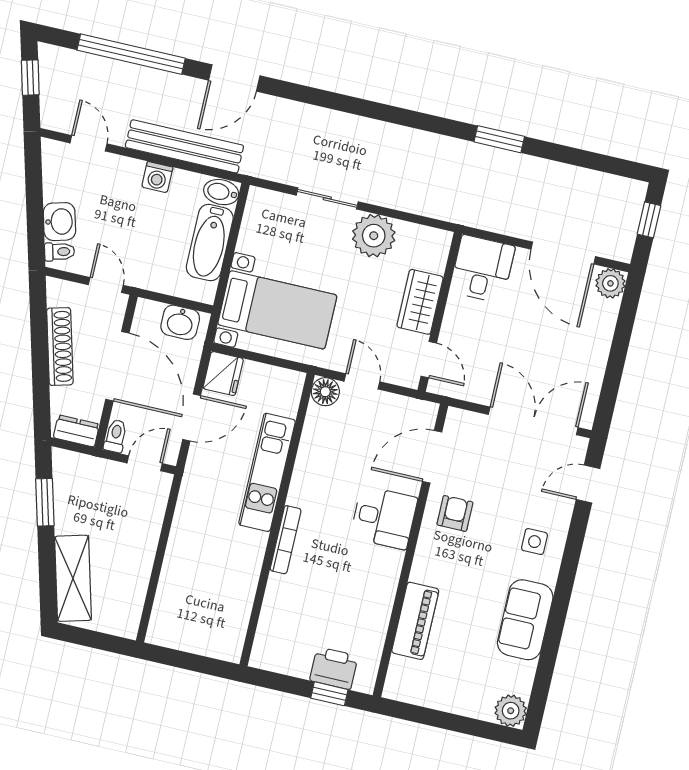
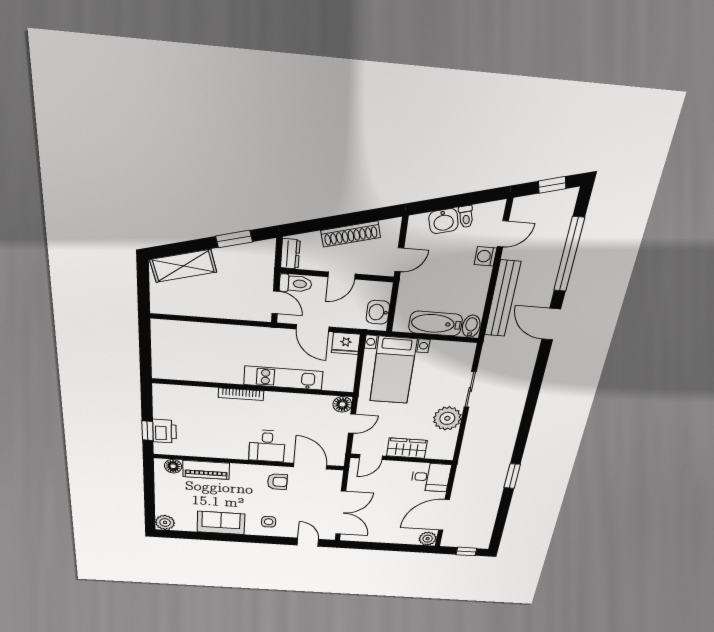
washing machine: (157, 177) -> (485, 256), moved
toilet: (60, 252) -> (466, 217), moved
door: (117, 366) -> (341, 275), width x0.53
toilet: (116, 436) -> (295, 284), width x1.37, depth x1.39
floor lamp: (401, 671) -> (173, 466), added

